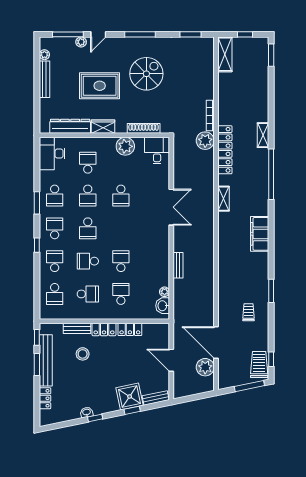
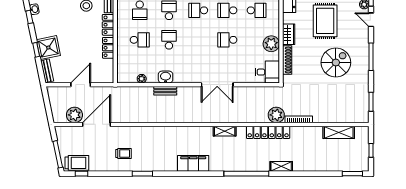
shelving: (225, 54) -> (339, 132), moved
spiral stairs: (146, 74) -> (336, 63), turned -90
wardrobe: (103, 127) -> (289, 34), moved
school desk: (121, 261) -> (169, 40), turned -90
washbasin: (163, 306) -> (166, 77), moved

